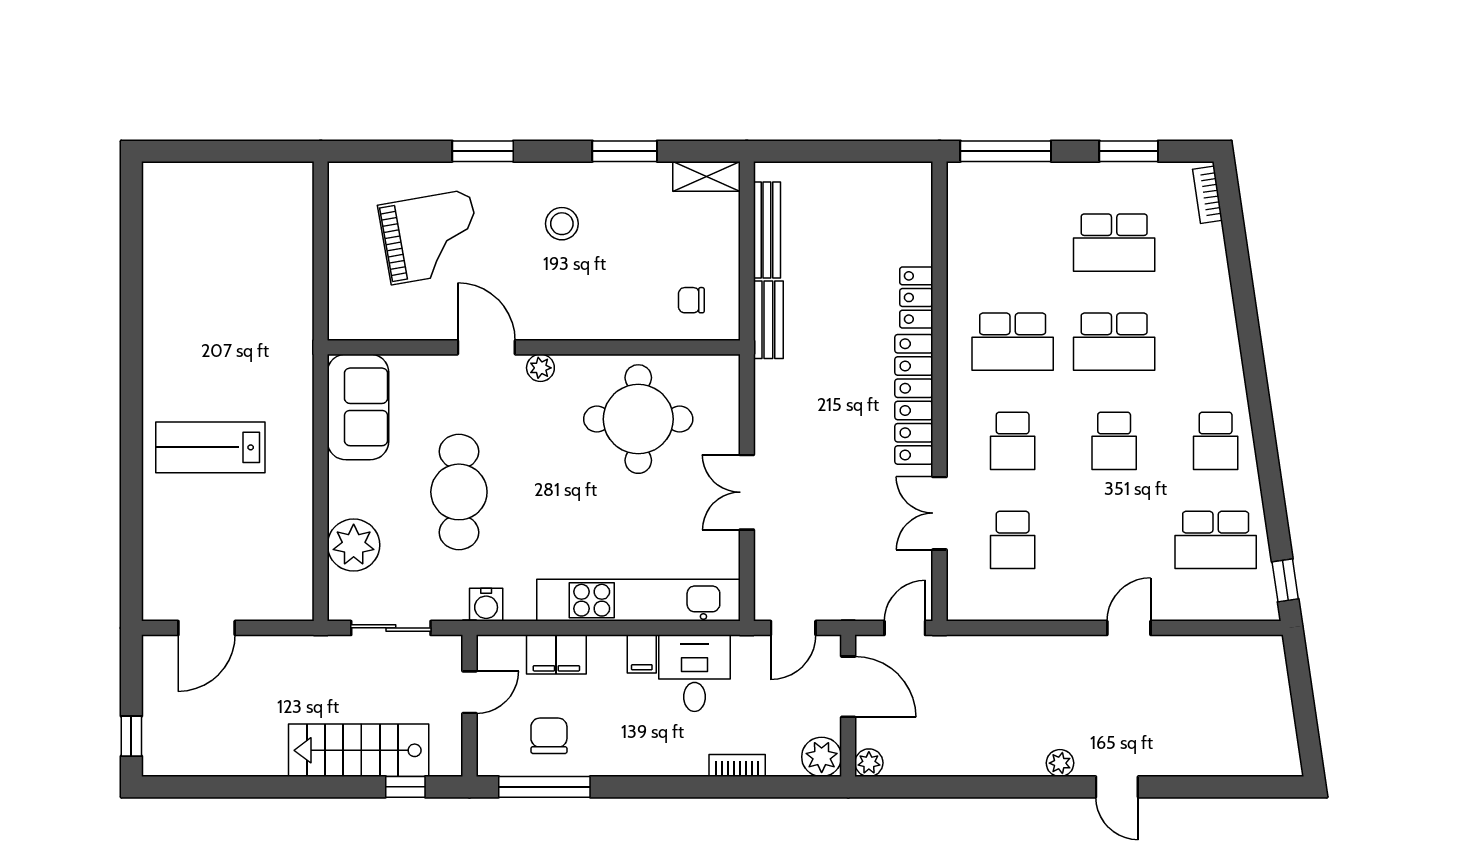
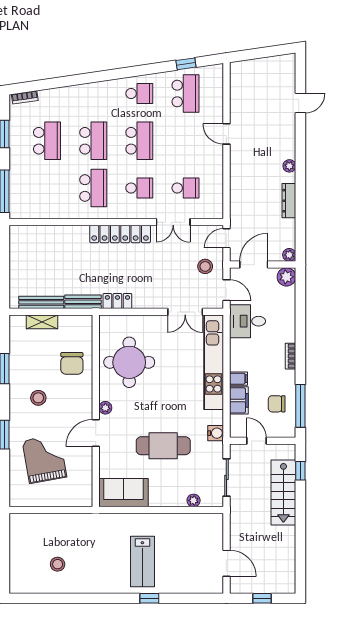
shelving: (706, 176) -> (42, 322), moved, turned 90
stool: (205, 265) -> (58, 564), added
locker: (916, 297) -> (117, 301), moved, turned 180
chair: (691, 300) -> (72, 363), moved, width x1.87, depth x1.87
school desk: (1114, 441) -> (139, 141), width x1.85
window: (131, 462) -> (149, 598), added
double door: (747, 492) -> (185, 312), moved
plant: (354, 545) -> (194, 500), width x0.53, depth x0.53
window: (1285, 580) -> (186, 64), moved
stool: (844, 582) -> (205, 266), added
door: (905, 628) -> (226, 238), hinge flipped
filing cabinet: (642, 654) -> (239, 379), moved
desk: (694, 673) -> (247, 321), moved
window: (131, 736) -> (262, 598), moved
dresser: (985, 762) -> (289, 201), added
bookcase: (737, 766) -> (291, 356), moved
door: (1117, 787) -> (300, 103), moved

